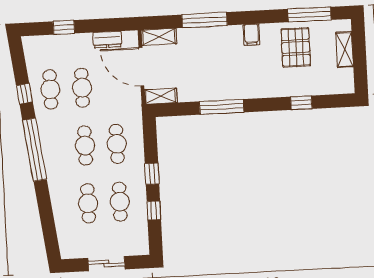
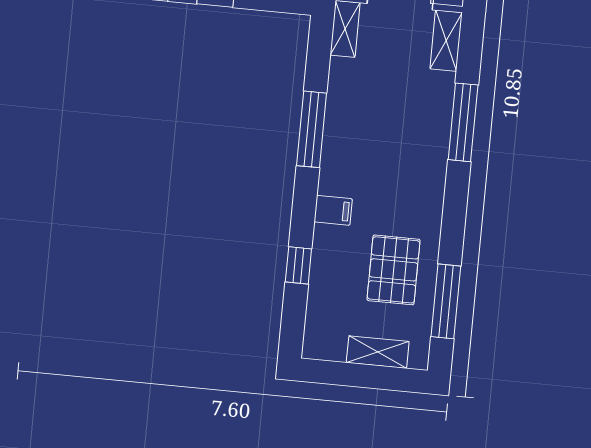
filing cabinet: (251, 35) -> (333, 210), moved, turned 180
pallet: (296, 47) -> (394, 270), turned 90

